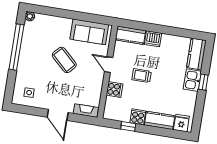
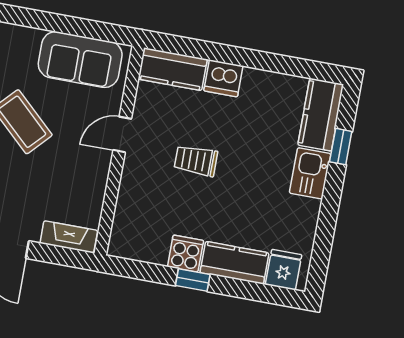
door: (109, 65) -> (122, 134), hinge flipped
window: (203, 82) -> (341, 147), moved
cooker: (115, 89) -> (134, 191), removed
window: (128, 126) -> (193, 280), moved

